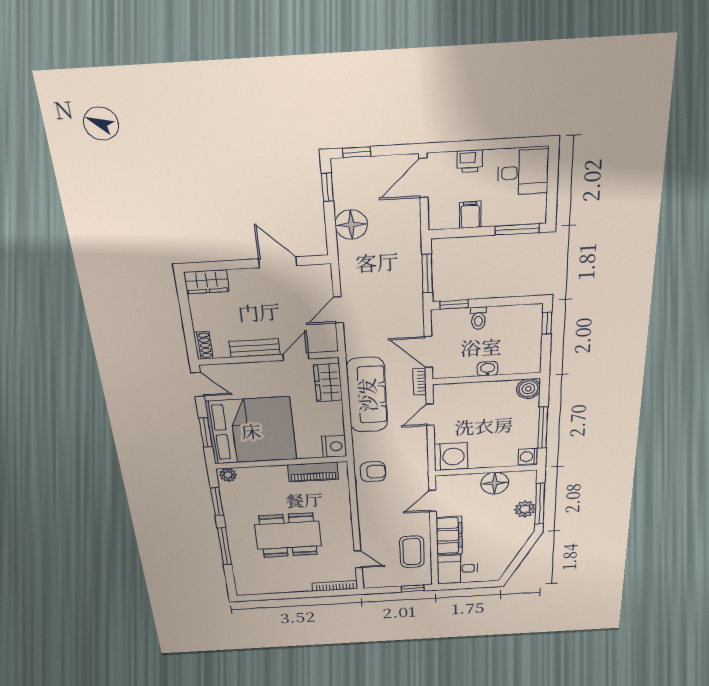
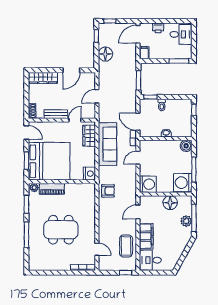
filing cabinet: (470, 215) -> (144, 53), moved
door: (278, 262) -> (71, 70), swing flipped
wardrobe: (207, 282) -> (43, 78), width x1.50
washing machine: (528, 457) -> (183, 183), width x1.89, depth x1.89
piano: (313, 472) -> (52, 189), moved

